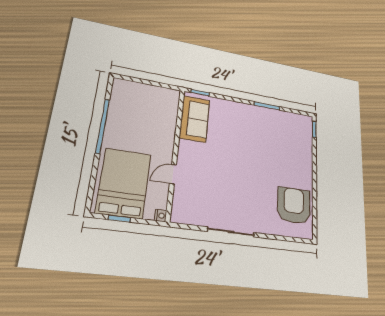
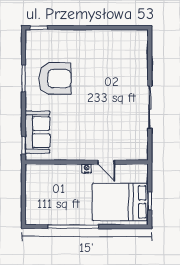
sofa: (195, 119) -> (37, 132), moved, turned 90
armchair: (294, 205) -> (55, 79), moved, turned 180
nightstand: (161, 216) -> (87, 168), moved

